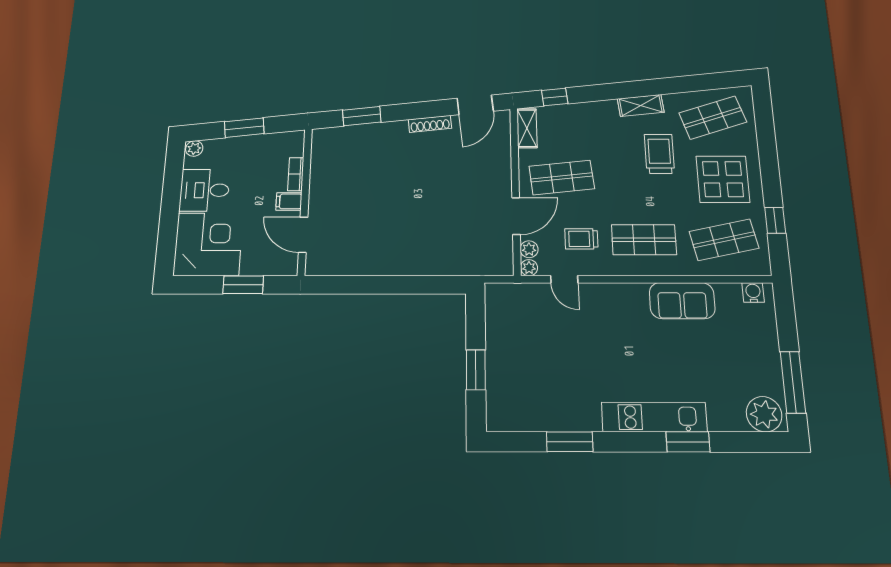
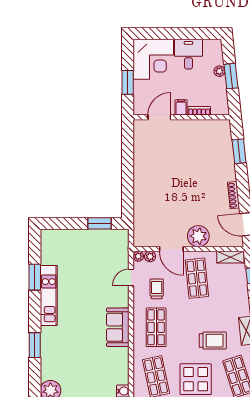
plant: (194, 148) -> (219, 71), moved
plant: (495, 175) -> (198, 236), added
sofa: (682, 301) -> (118, 327), moved
window: (476, 370) -> (99, 223), moved
kitchen unit: (654, 417) -> (49, 295), moved

